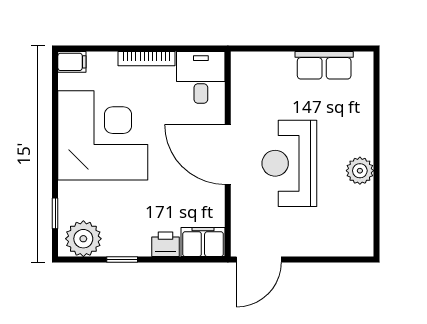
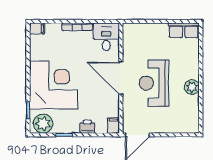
row of seats: (324, 65) -> (184, 30), moved
corner desk: (103, 135) -> (54, 85), moved
filing cabinet: (203, 242) -> (113, 125), width x0.50

